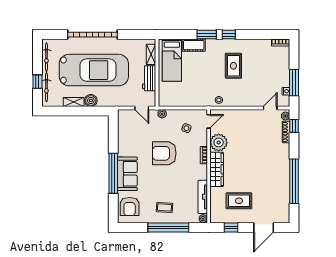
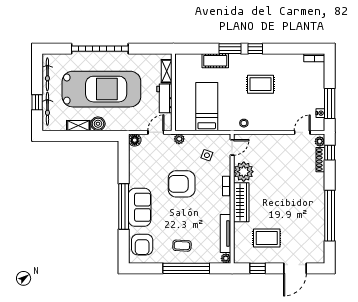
bed: (172, 60) -> (207, 107), moved, turned 180
rug: (233, 66) -> (261, 84), turned 90
door: (142, 108) -> (156, 132), swing flipped
floor lamp: (123, 115) -> (135, 140), added

